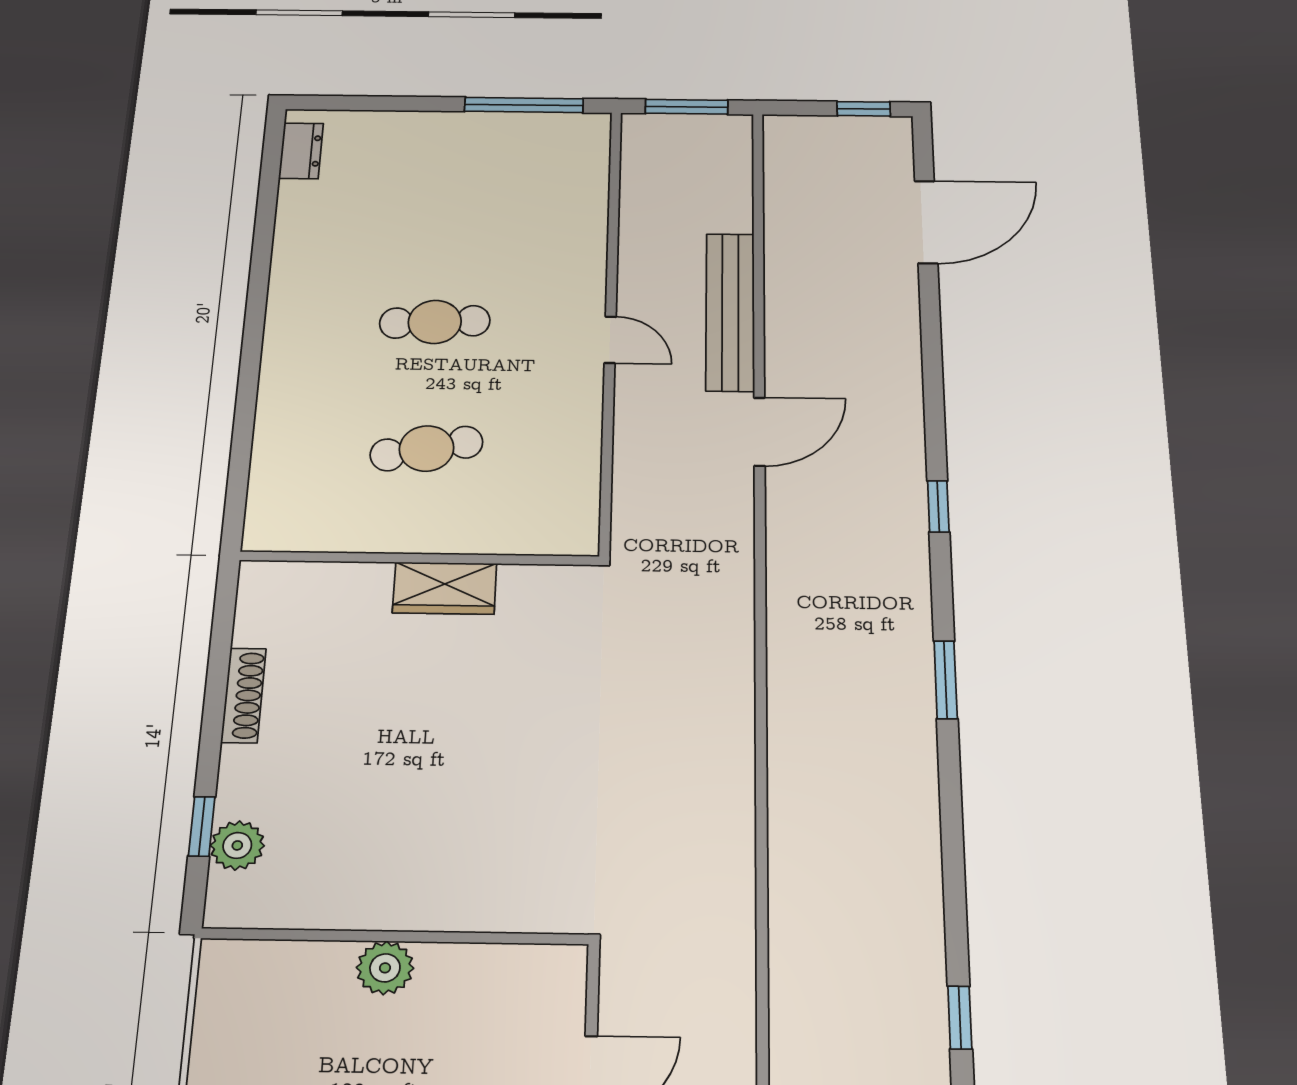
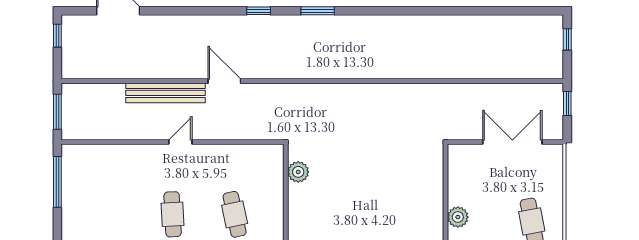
plant: (527, 587) -> (298, 172), added
wardrobe: (445, 588) -> (299, 204), removed
window: (946, 680) -> (318, 11), moved
window: (960, 1018) -> (473, 11), removed

